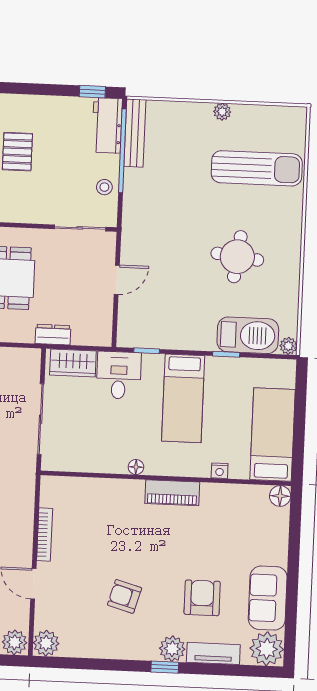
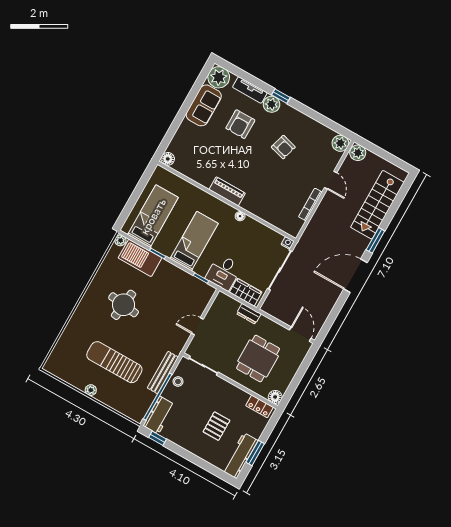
bench: (135, 133) -> (163, 373), moved
sun lounger: (257, 168) -> (114, 362), moved
bed: (273, 435) -> (153, 216), moved, turned 180
nightstand: (220, 471) -> (288, 243), moved

